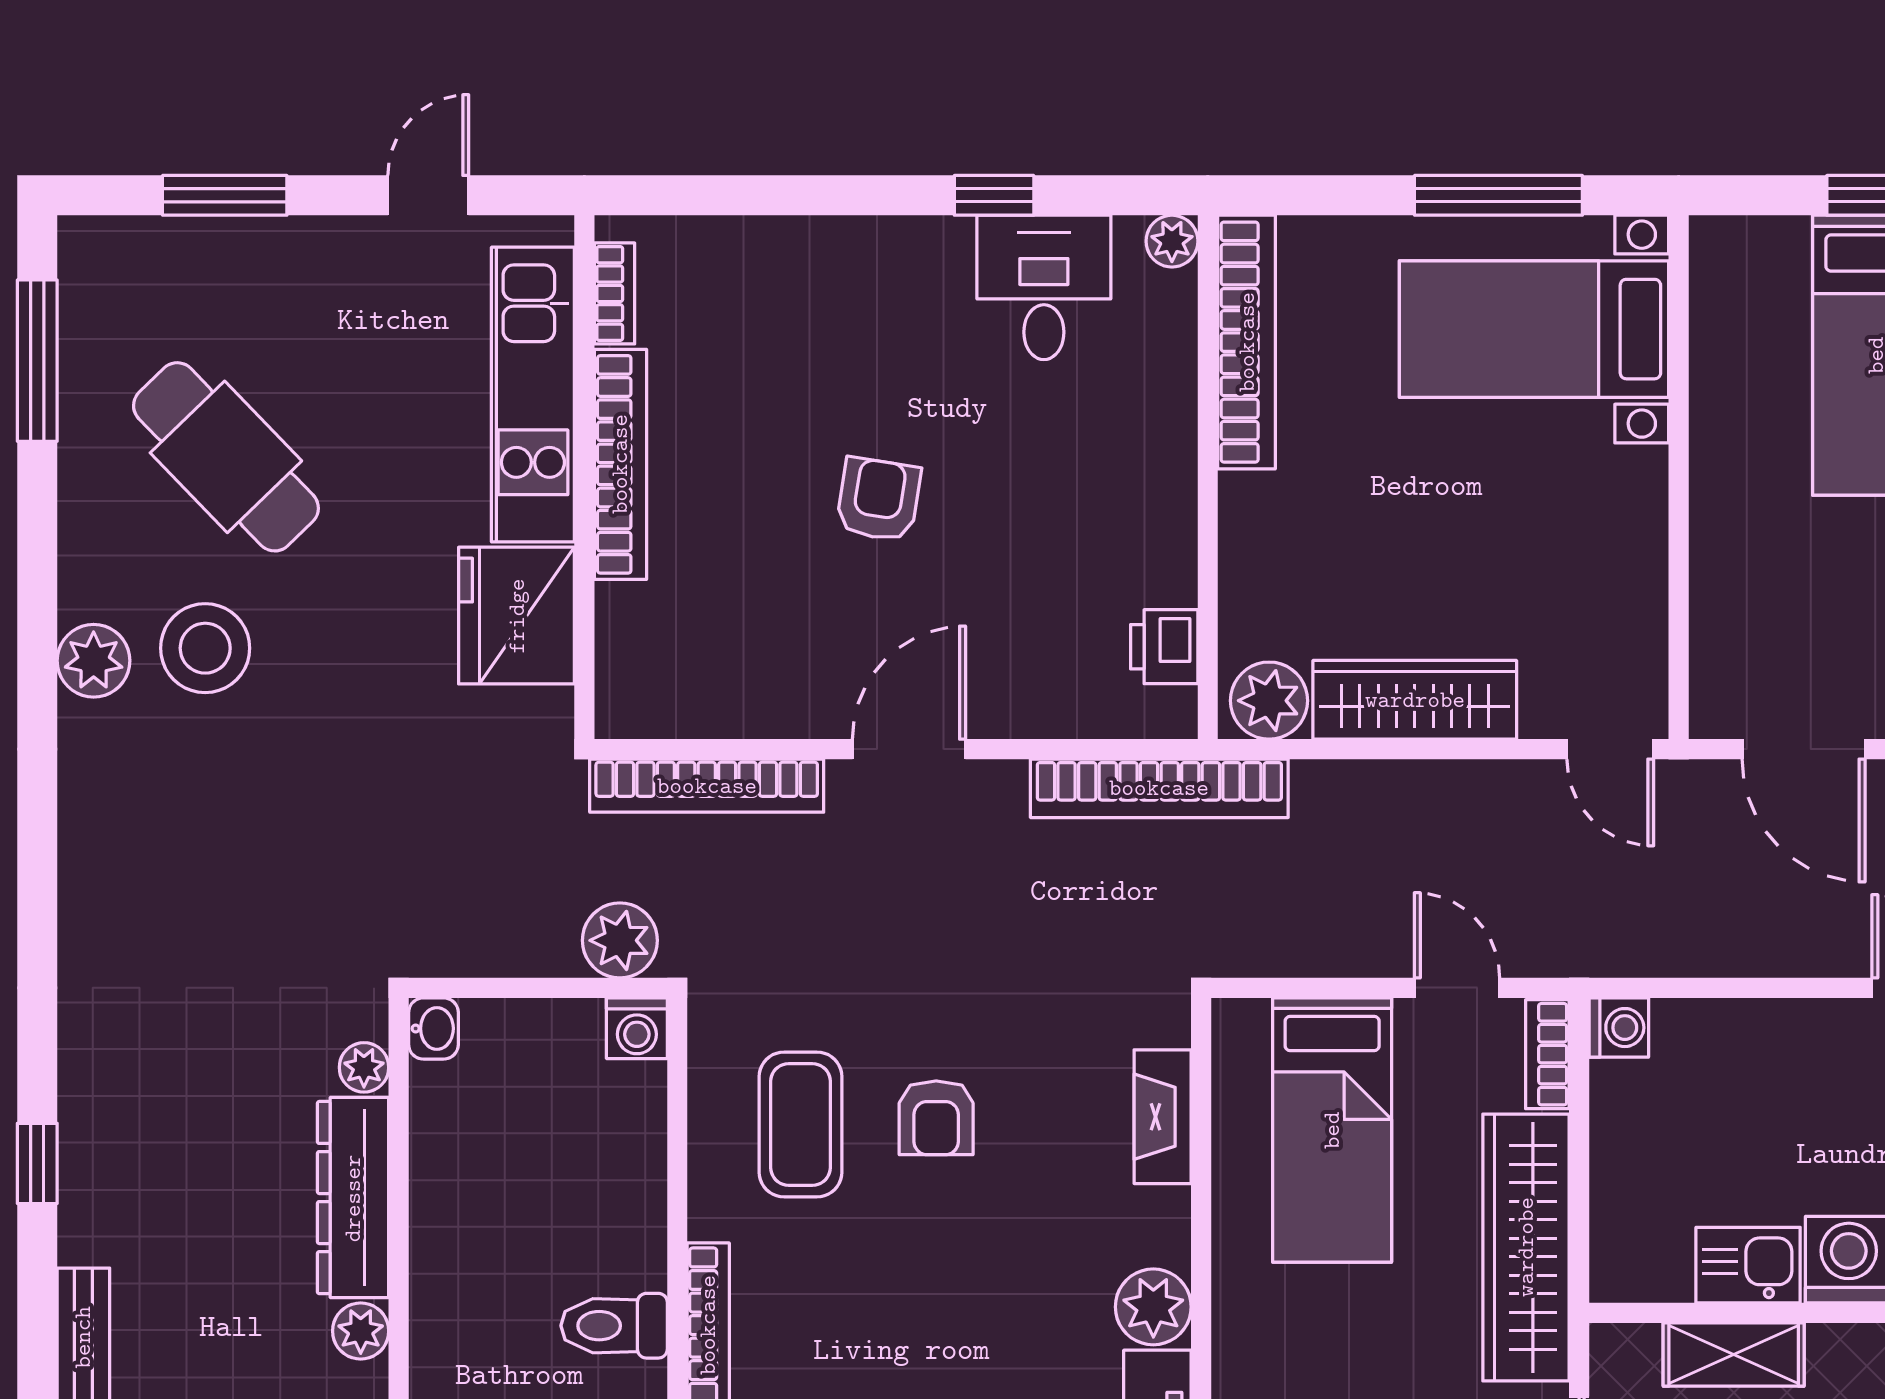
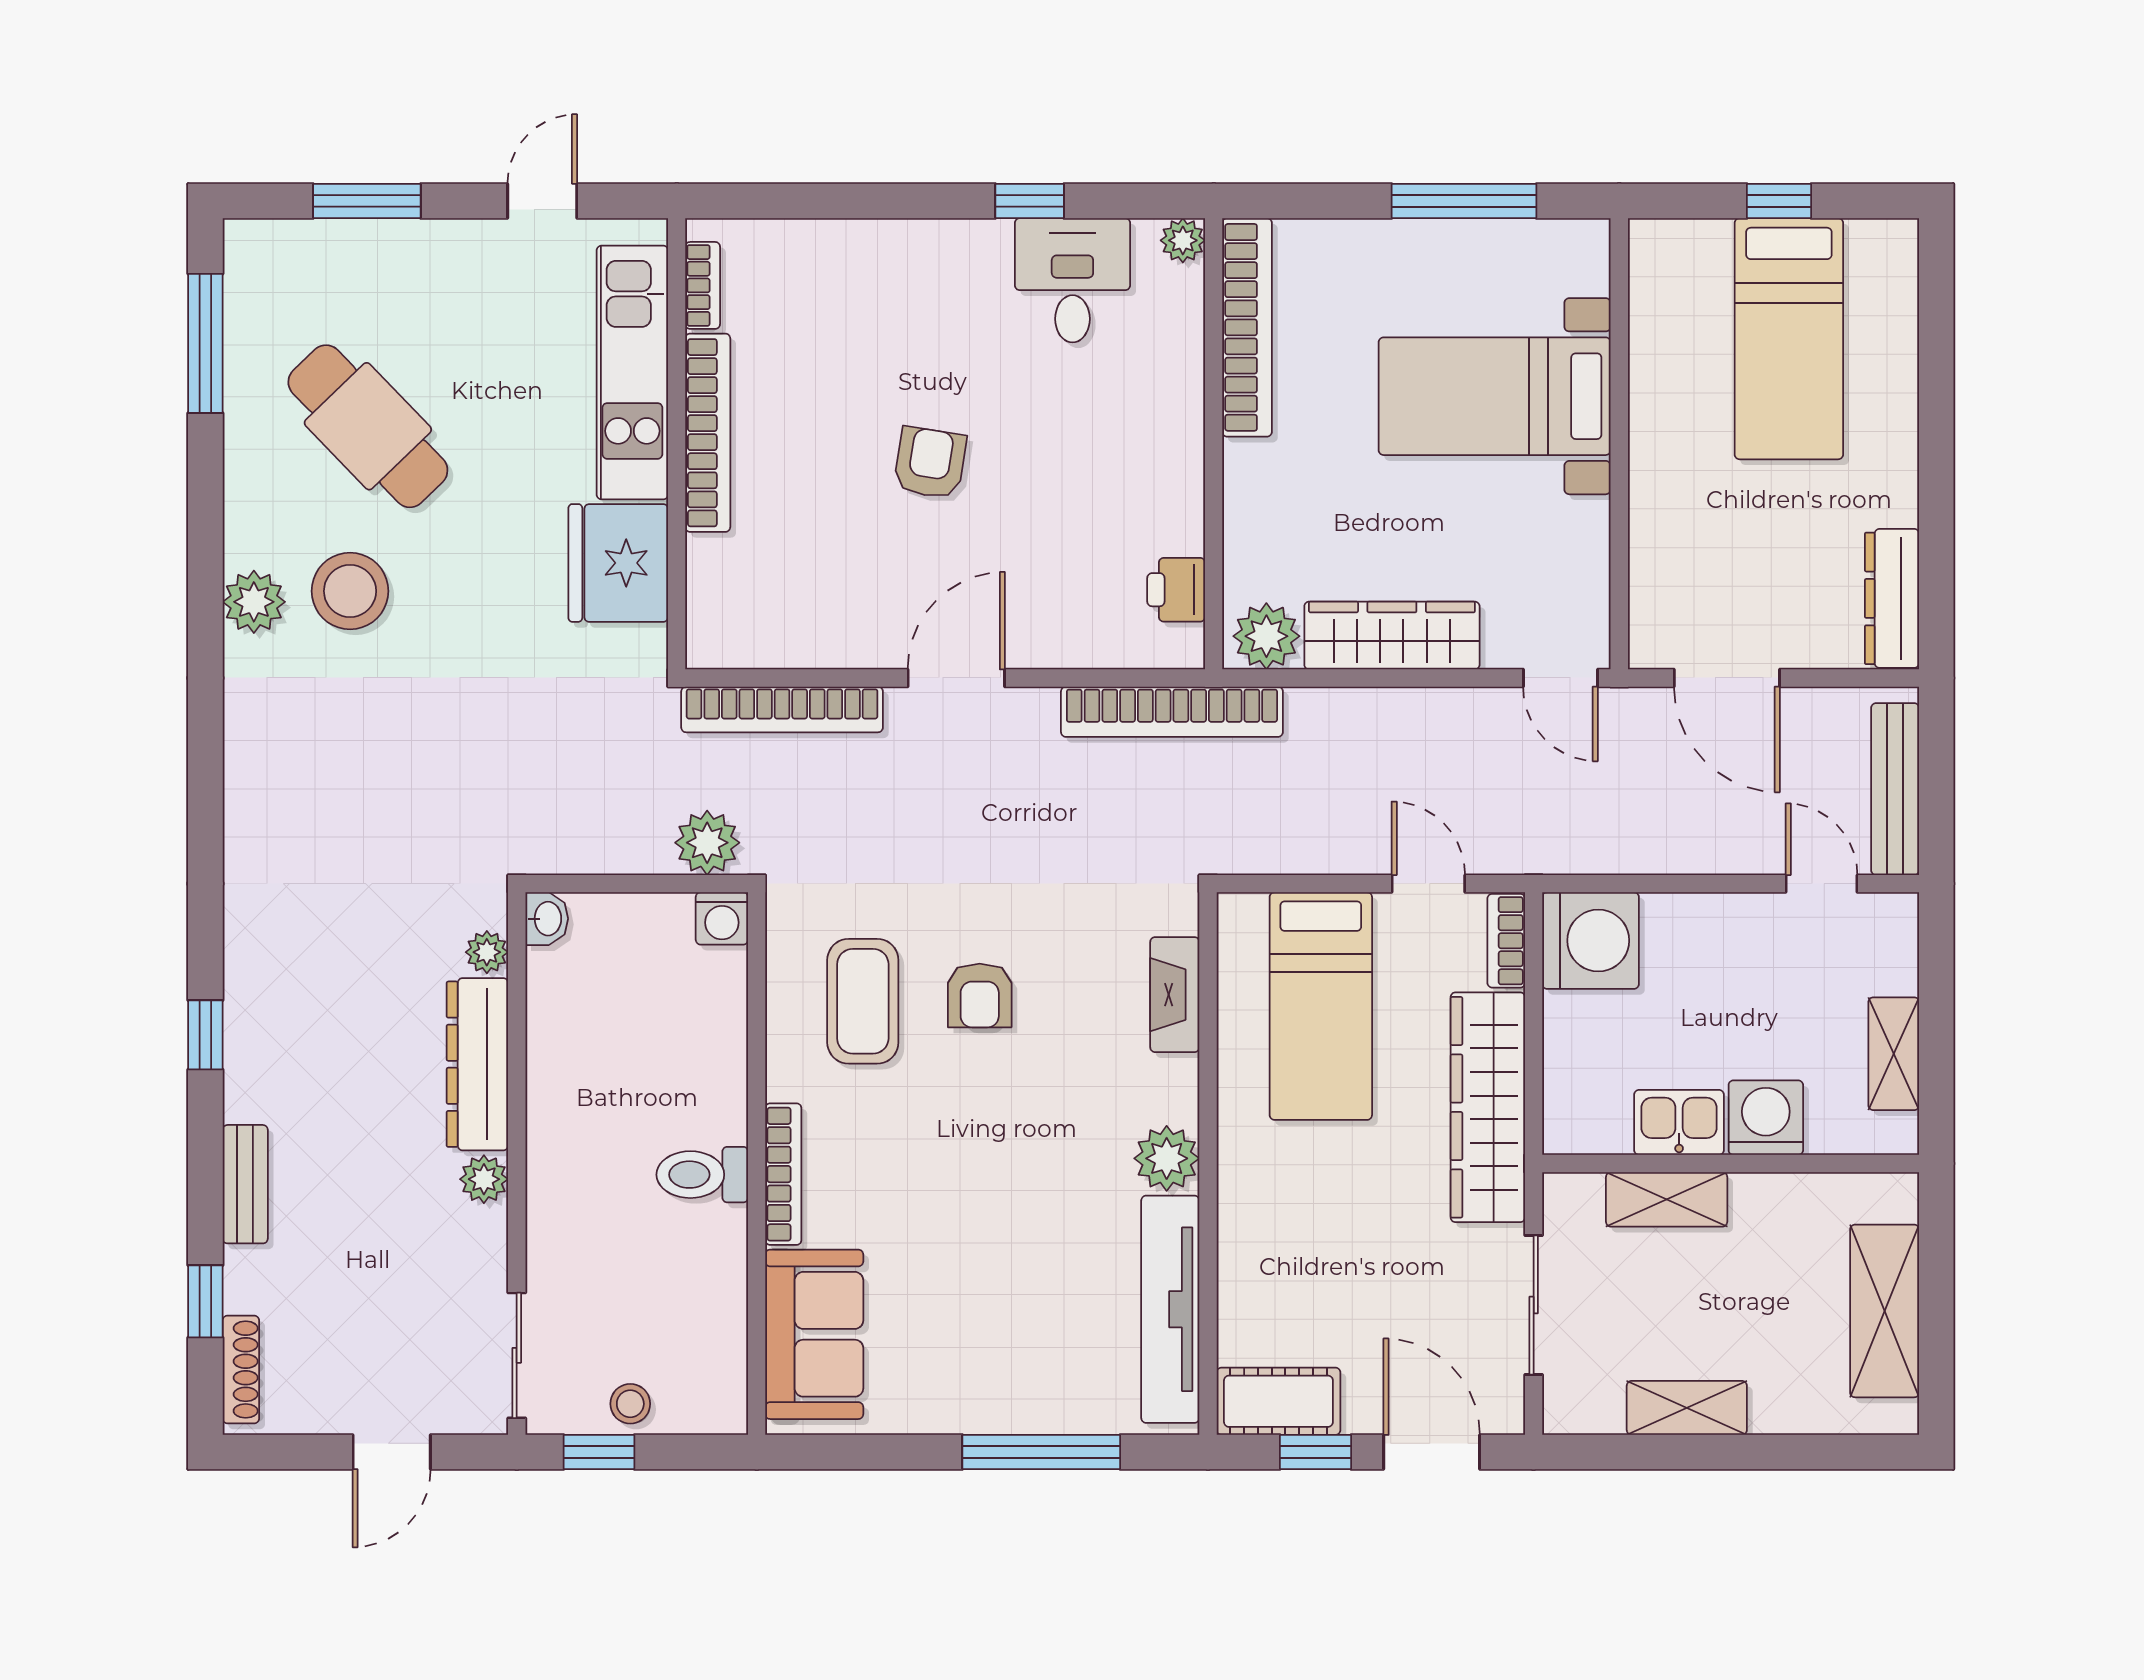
bed with nightstands: (1534, 329) -> (1495, 396), moved
washing machine: (1619, 1028) -> (1591, 941), width x1.89, depth x1.89

